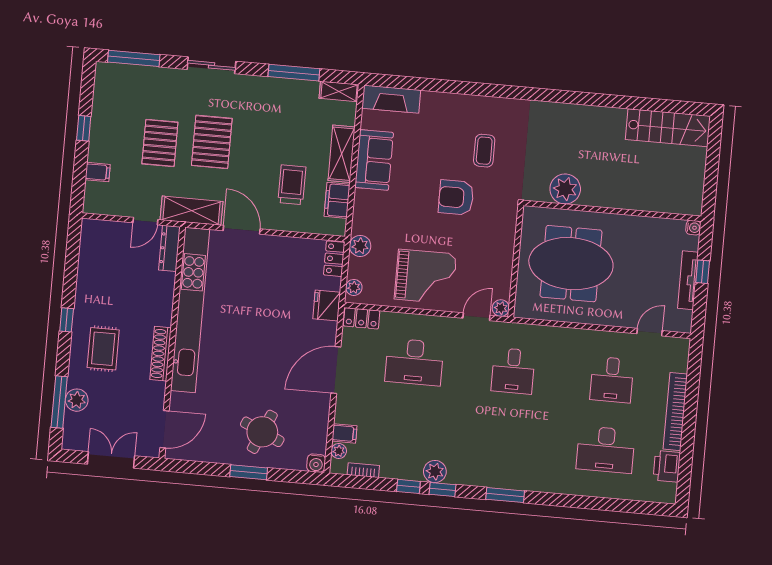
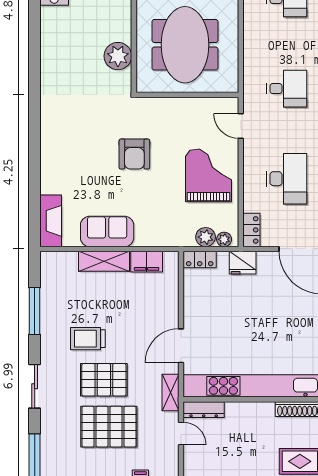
shelving: (339, 91) -> (48, 269), removed
pallet: (160, 143) -> (109, 427), width x1.37, depth x1.41
coffee table: (484, 151) -> (90, 132), removed
trolley: (292, 185) -> (88, 339), moved
shelving: (192, 211) -> (171, 393), width x0.67, depth x0.75
plant: (360, 246) -> (206, 237), moved
plant: (501, 308) -> (231, 105), removed

